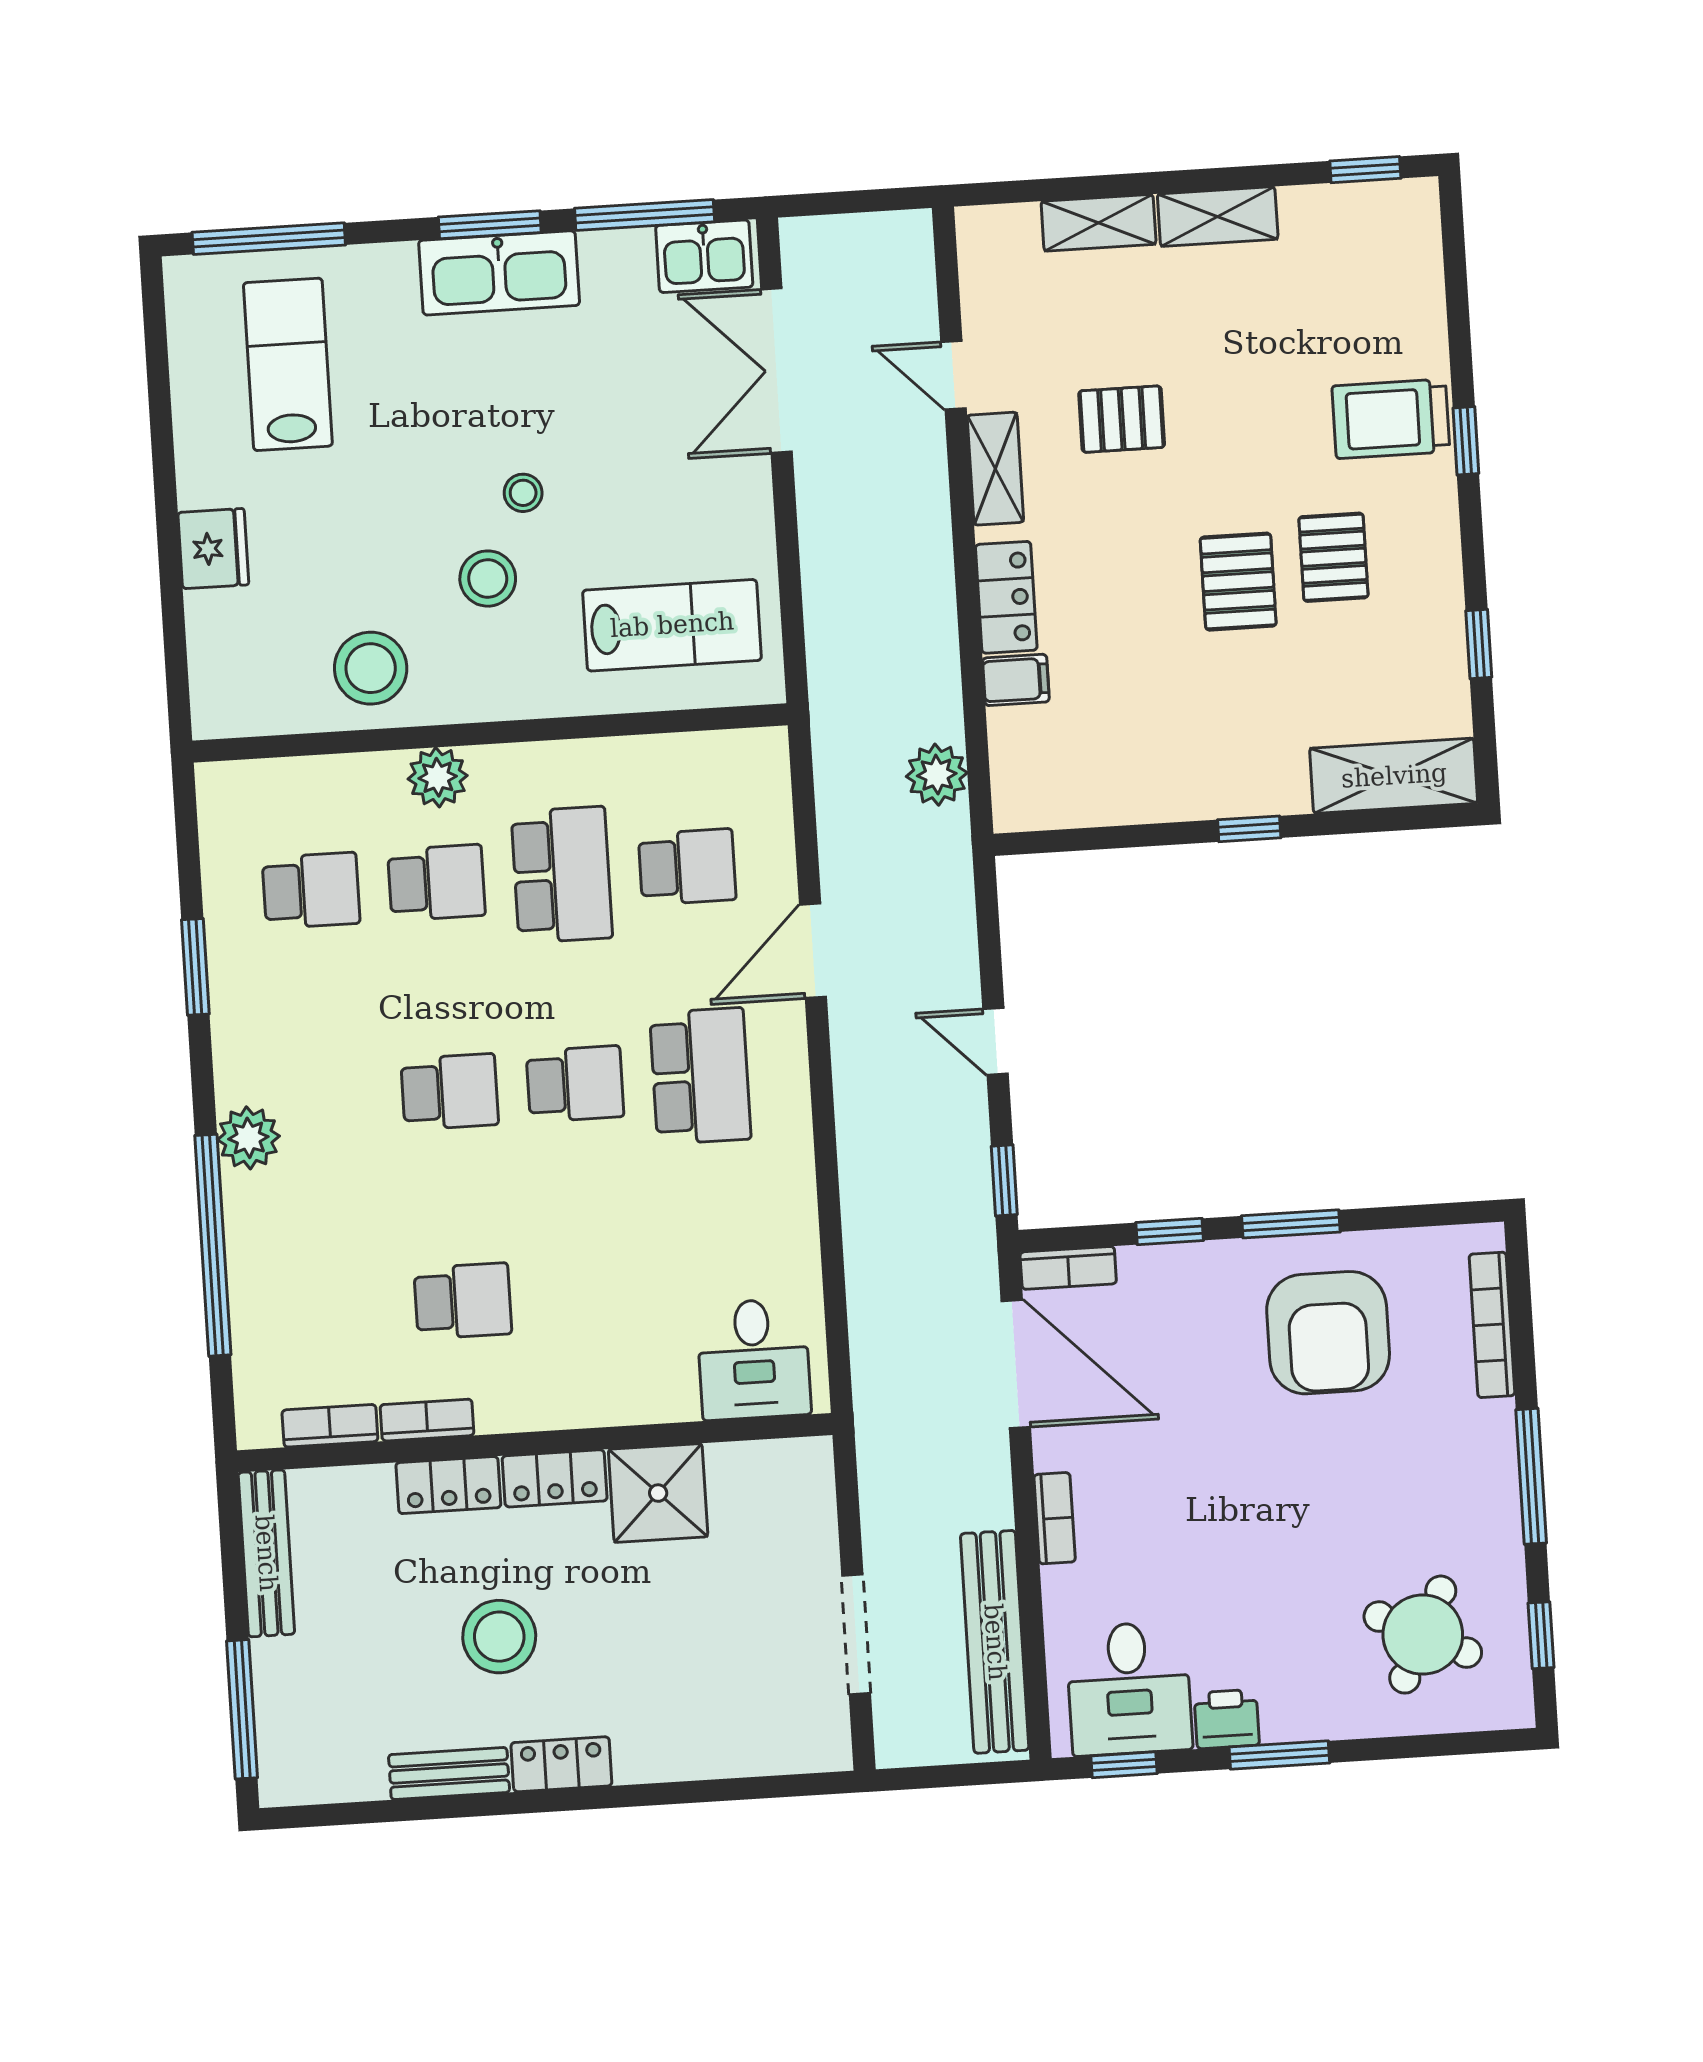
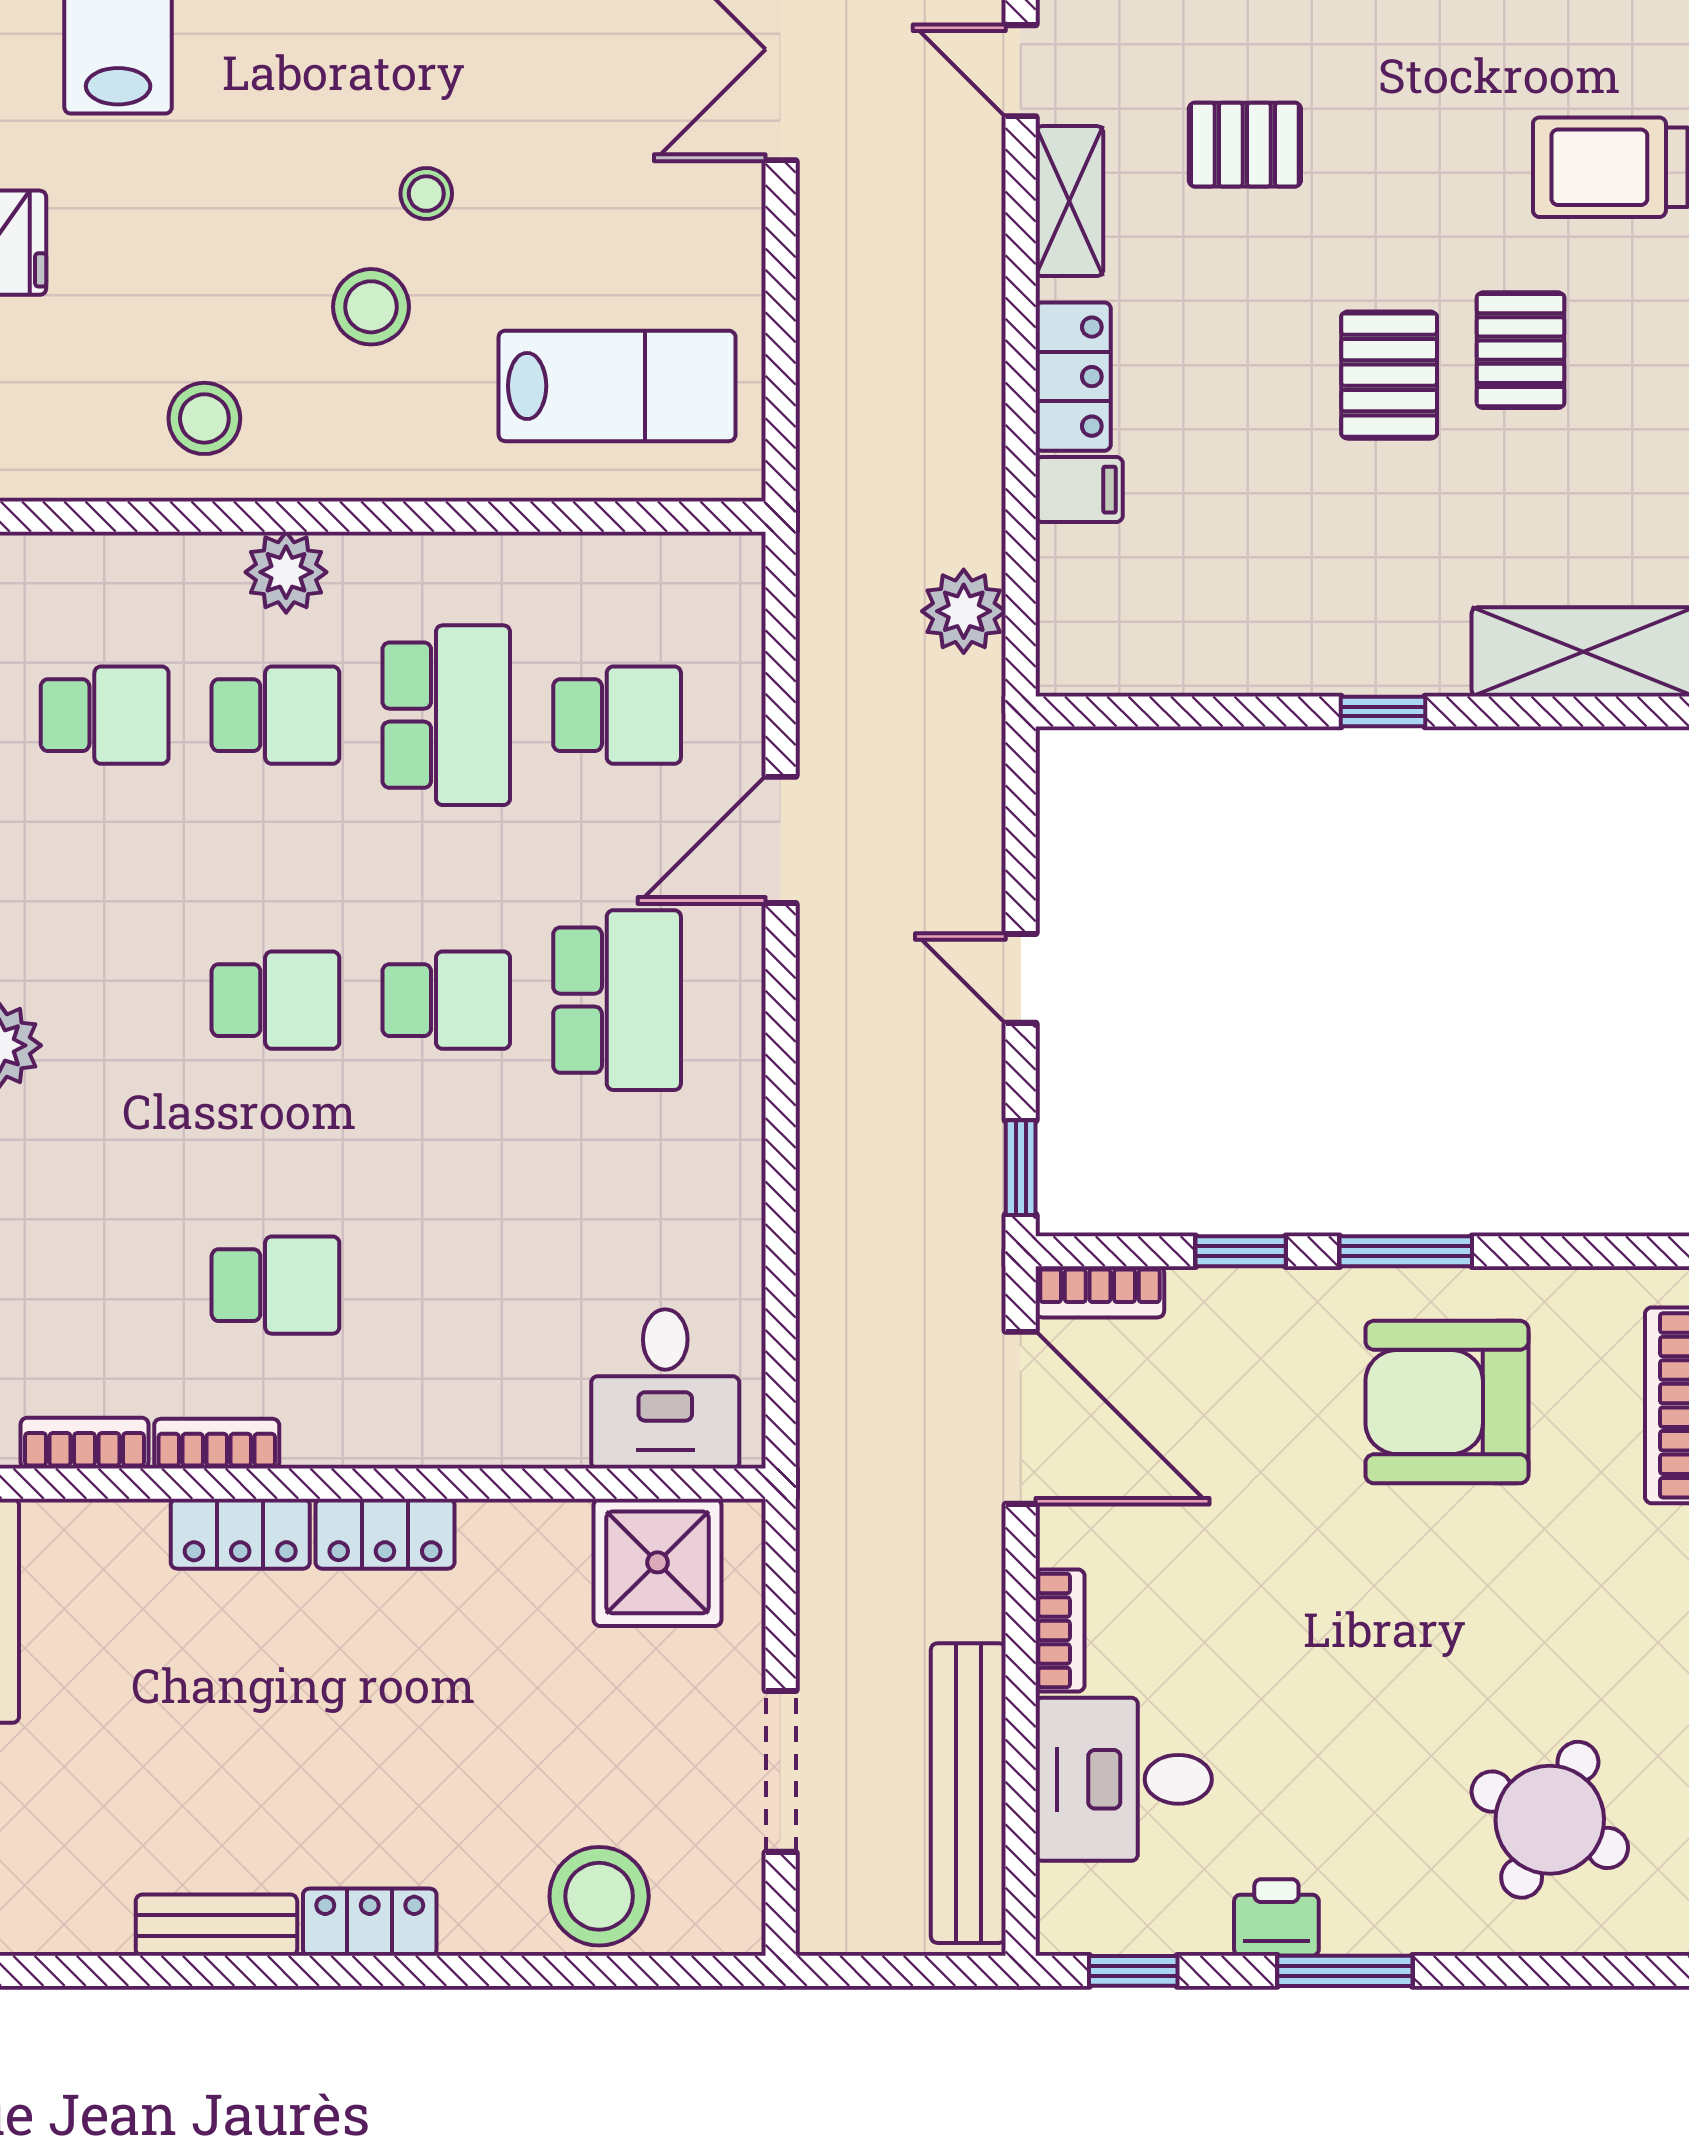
stool: (371, 668) -> (204, 418), width x0.73, depth x0.73
armchair: (1328, 1333) -> (1447, 1402), turned 90
shower: (658, 1493) -> (658, 1562), moved
stool: (499, 1637) -> (599, 1896), moved
desk: (1129, 1688) -> (1124, 1779), moved, turned 90

